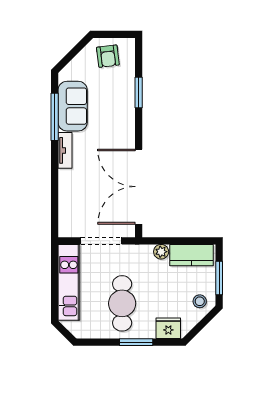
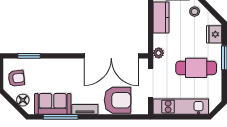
floor lamp: (78, 65) -> (23, 100), added
window: (139, 92) -> (29, 56), moved
armchair: (78, 195) -> (118, 100), added
plant: (161, 252) -> (159, 53), moved

